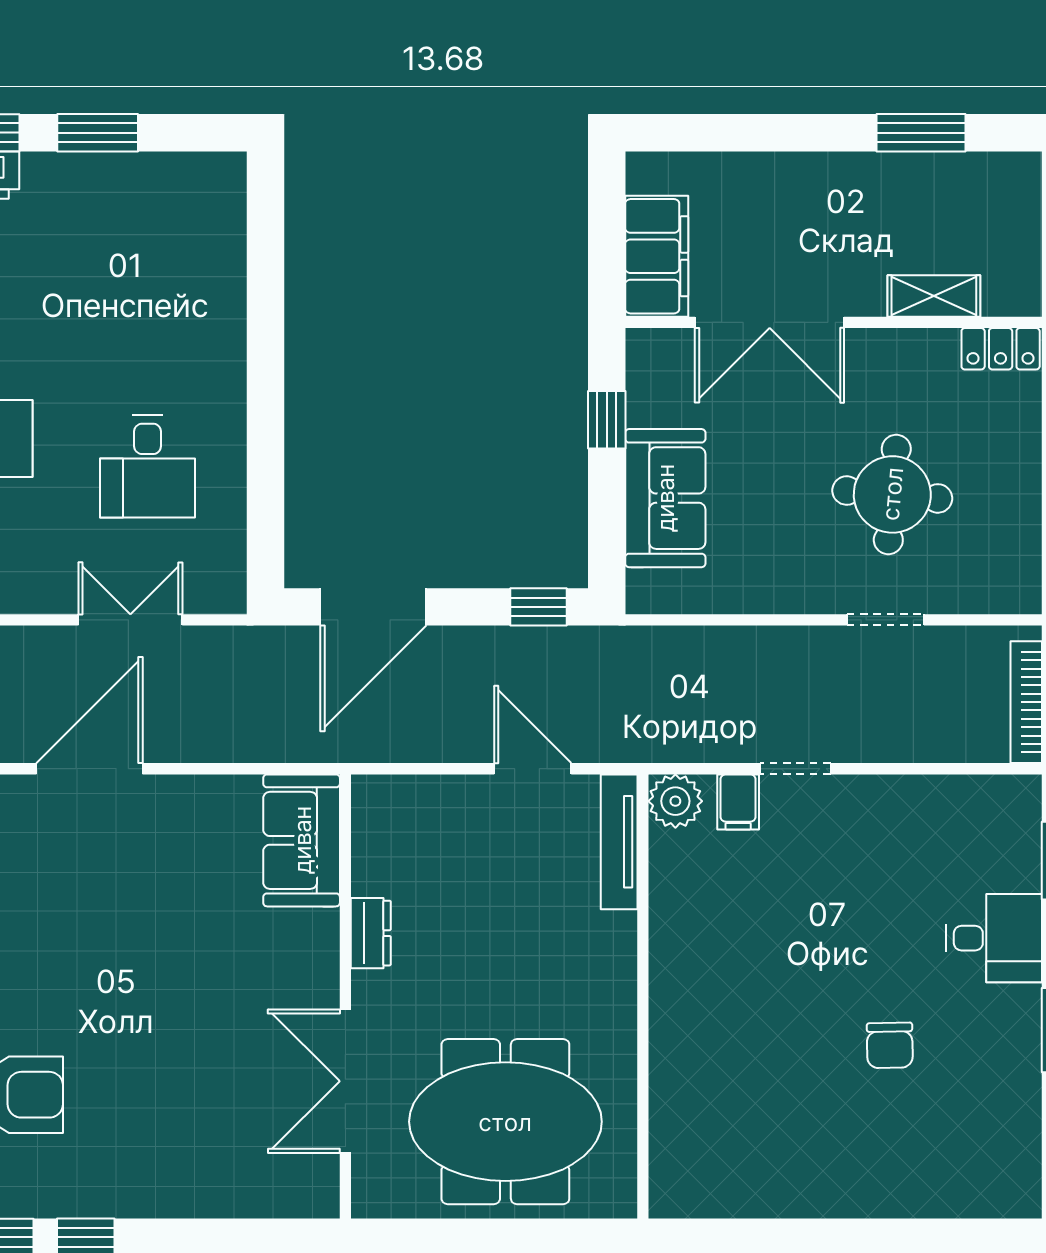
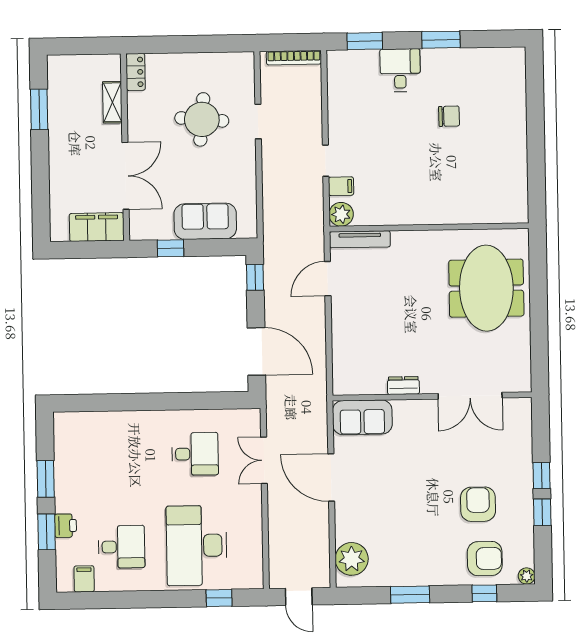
sofa: (302, 840) -> (362, 417), moved
dresser: (371, 933) -> (403, 385), moved
wall: (345, 996) -> (432, 396), moved
double door: (345, 1081) -> (470, 396), moved

